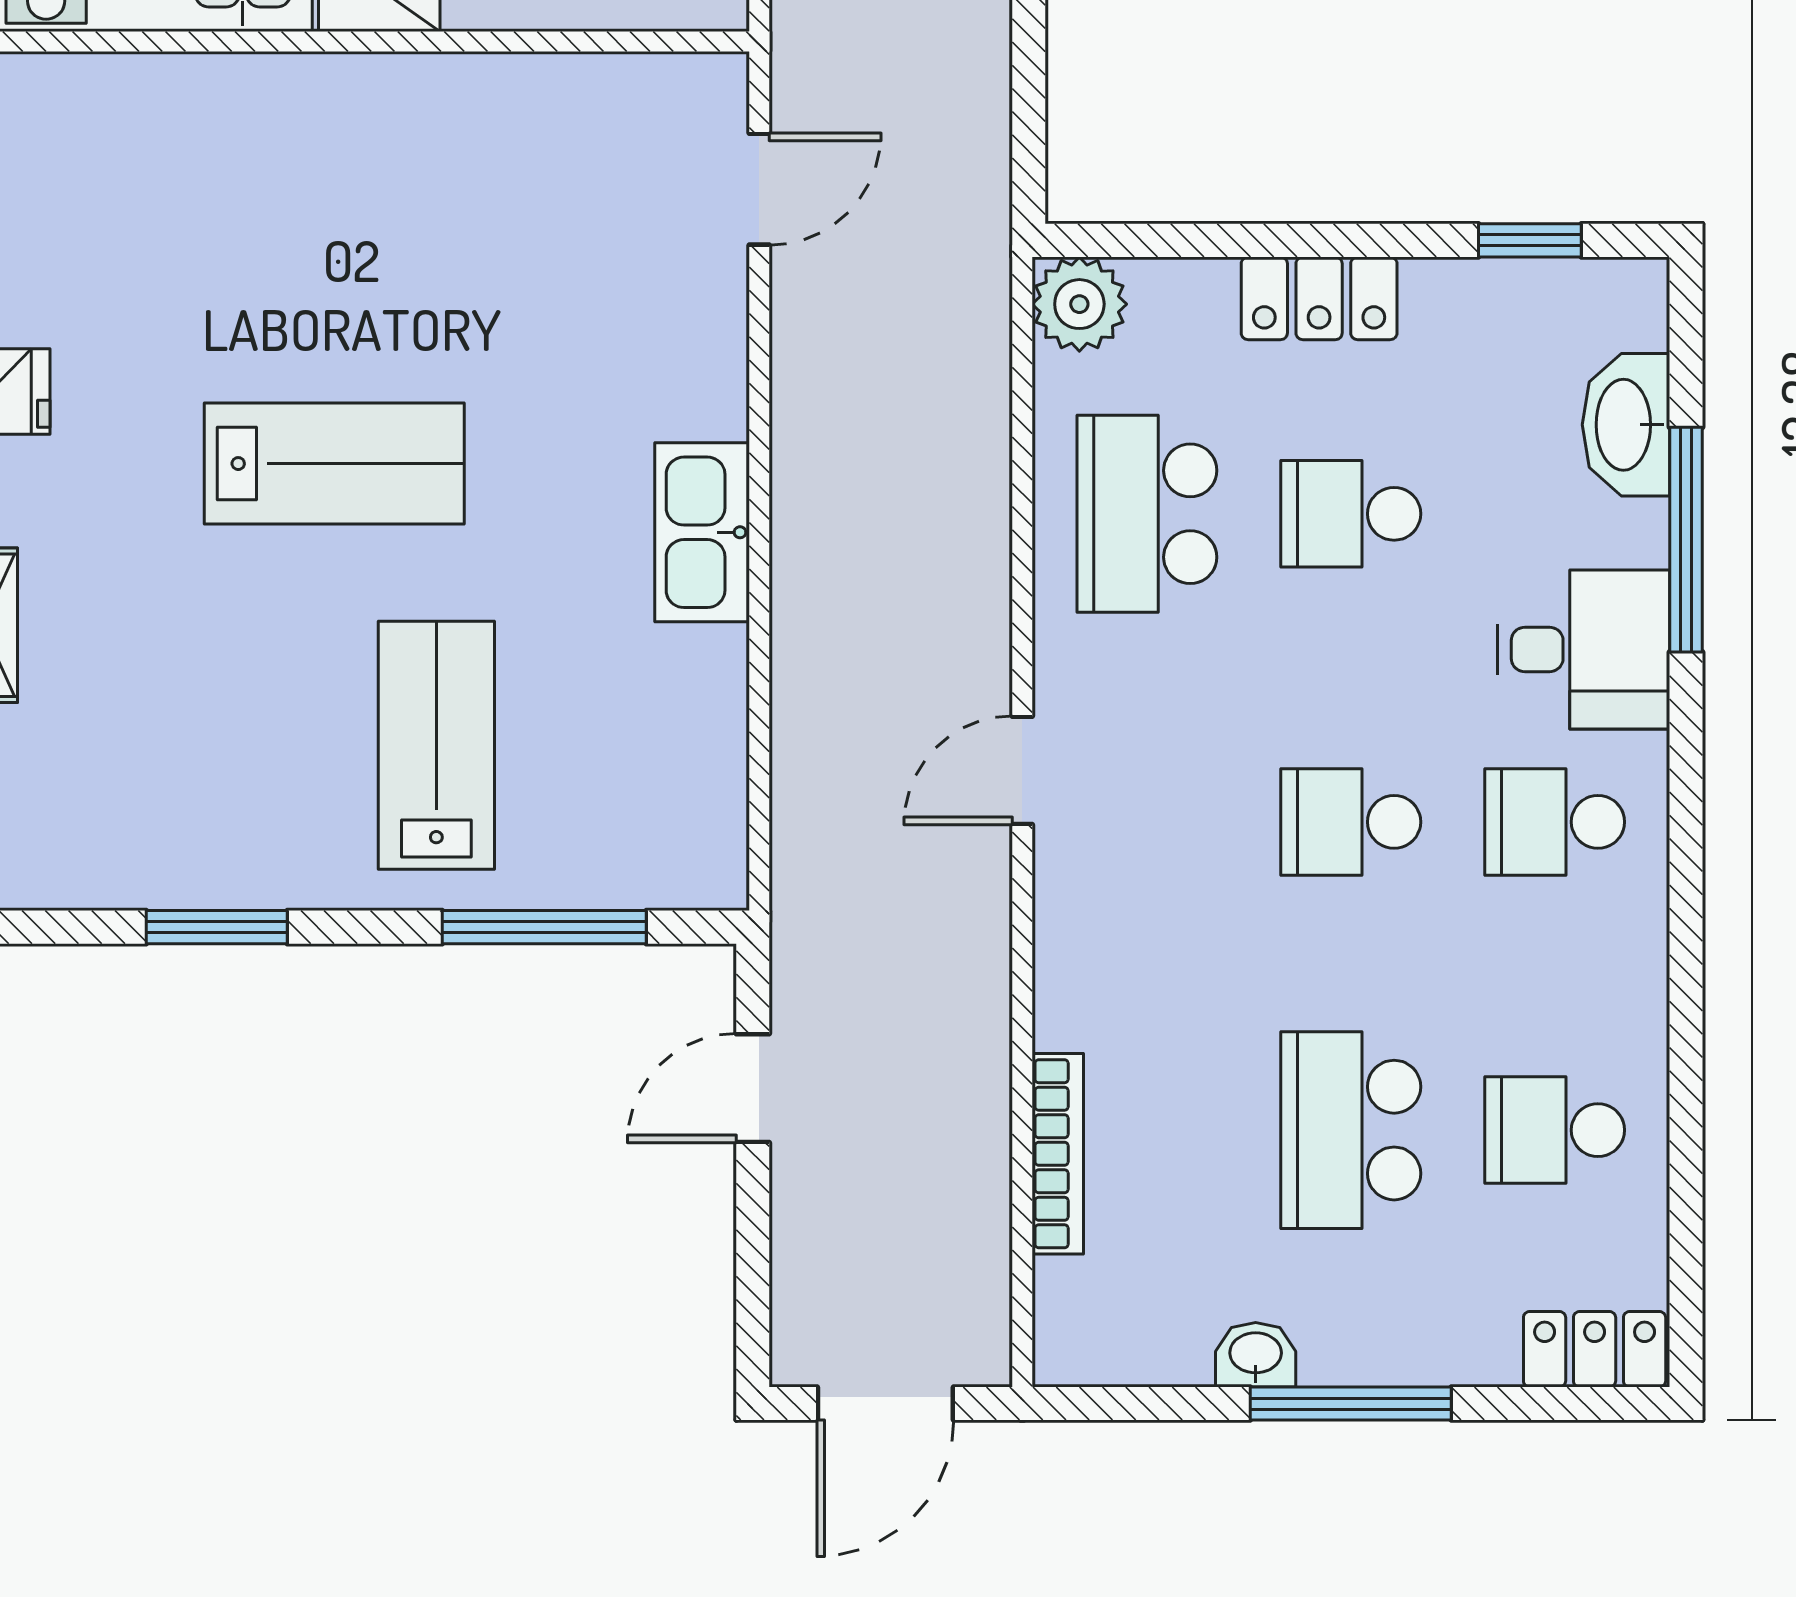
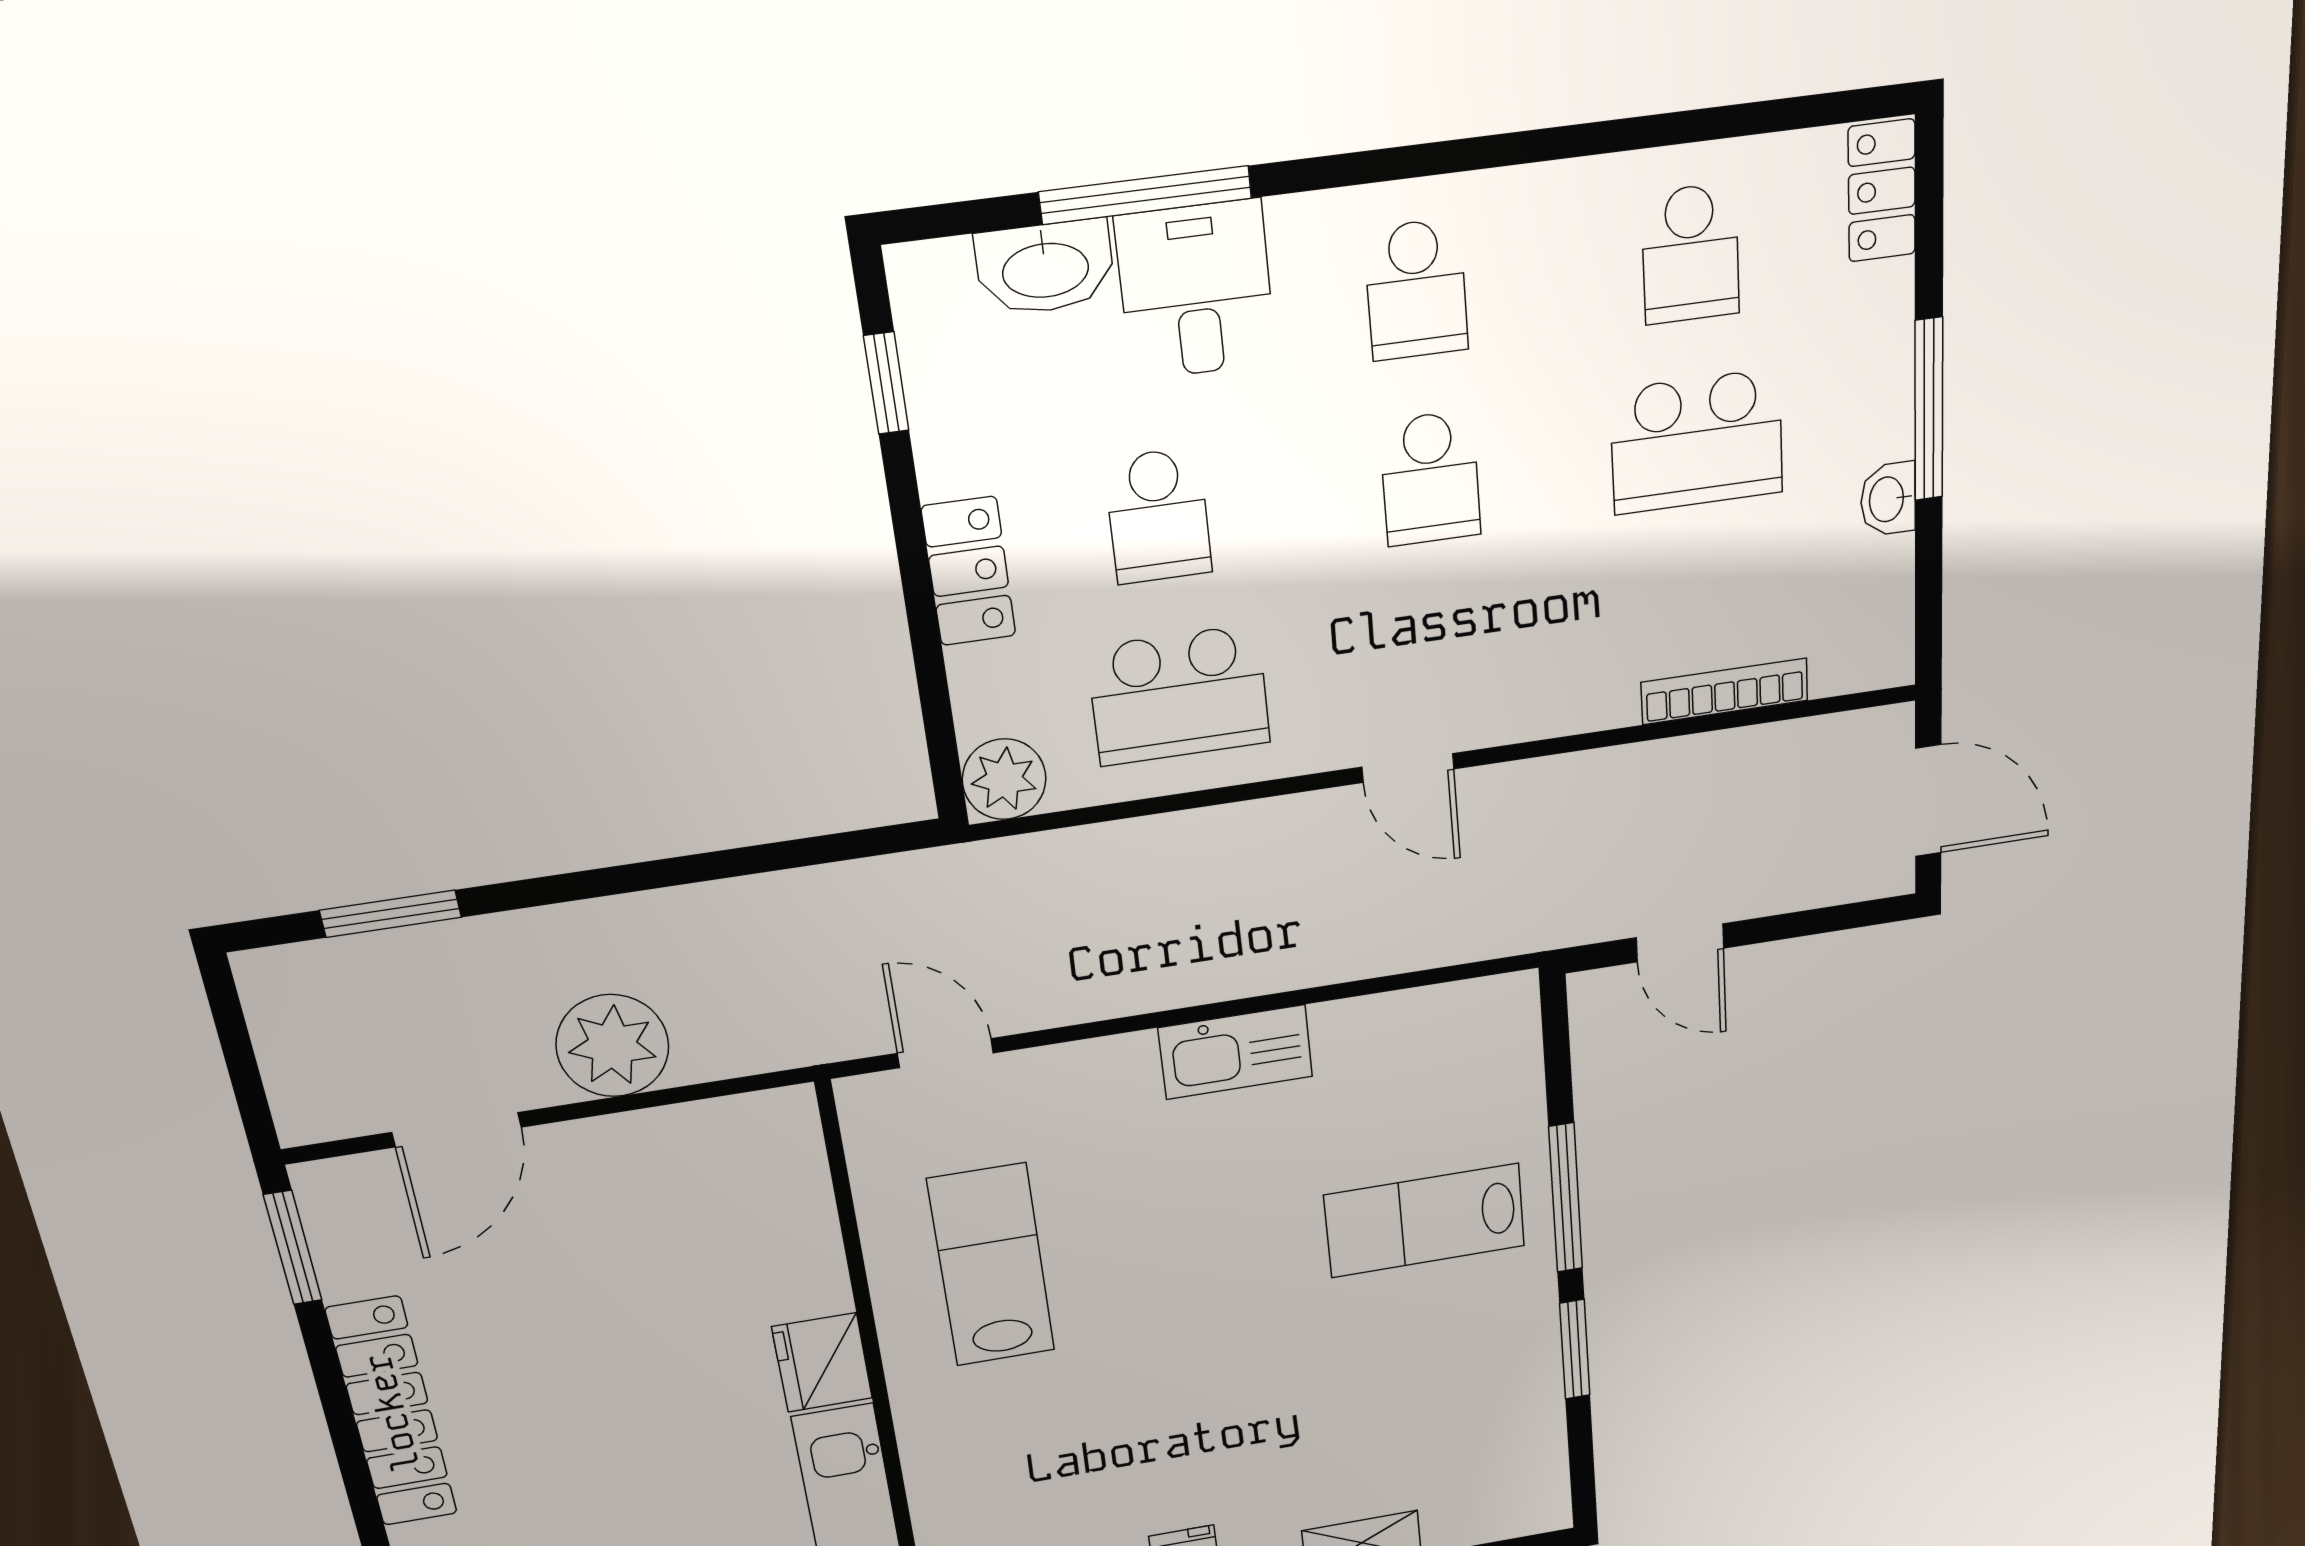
lab bench: (334, 464) -> (991, 1265), moved
desk: (1584, 649) -> (1196, 290), moved
window: (544, 927) -> (1566, 1198), moved

